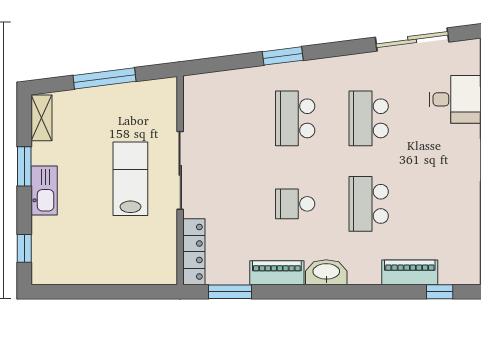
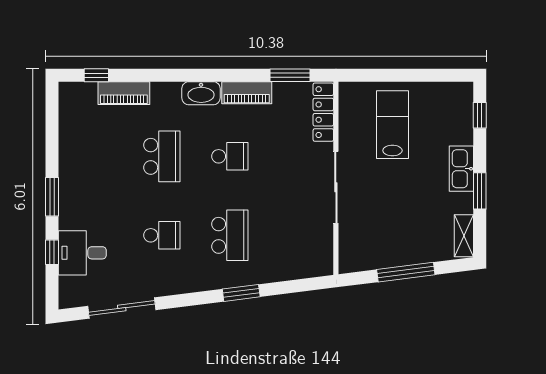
school desk: (369, 118) -> (162, 235), width x0.54
lab bench: (130, 179) -> (392, 125), moved, turned 180

